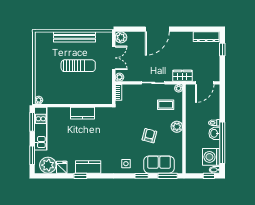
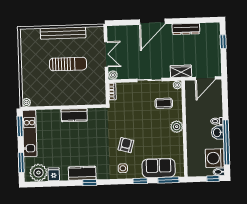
plant: (121, 37) -> (113, 32), removed
dresser: (206, 37) -> (186, 29), moved
armchair: (149, 136) -> (126, 145), moved
window: (80, 176) -> (90, 183), moved

